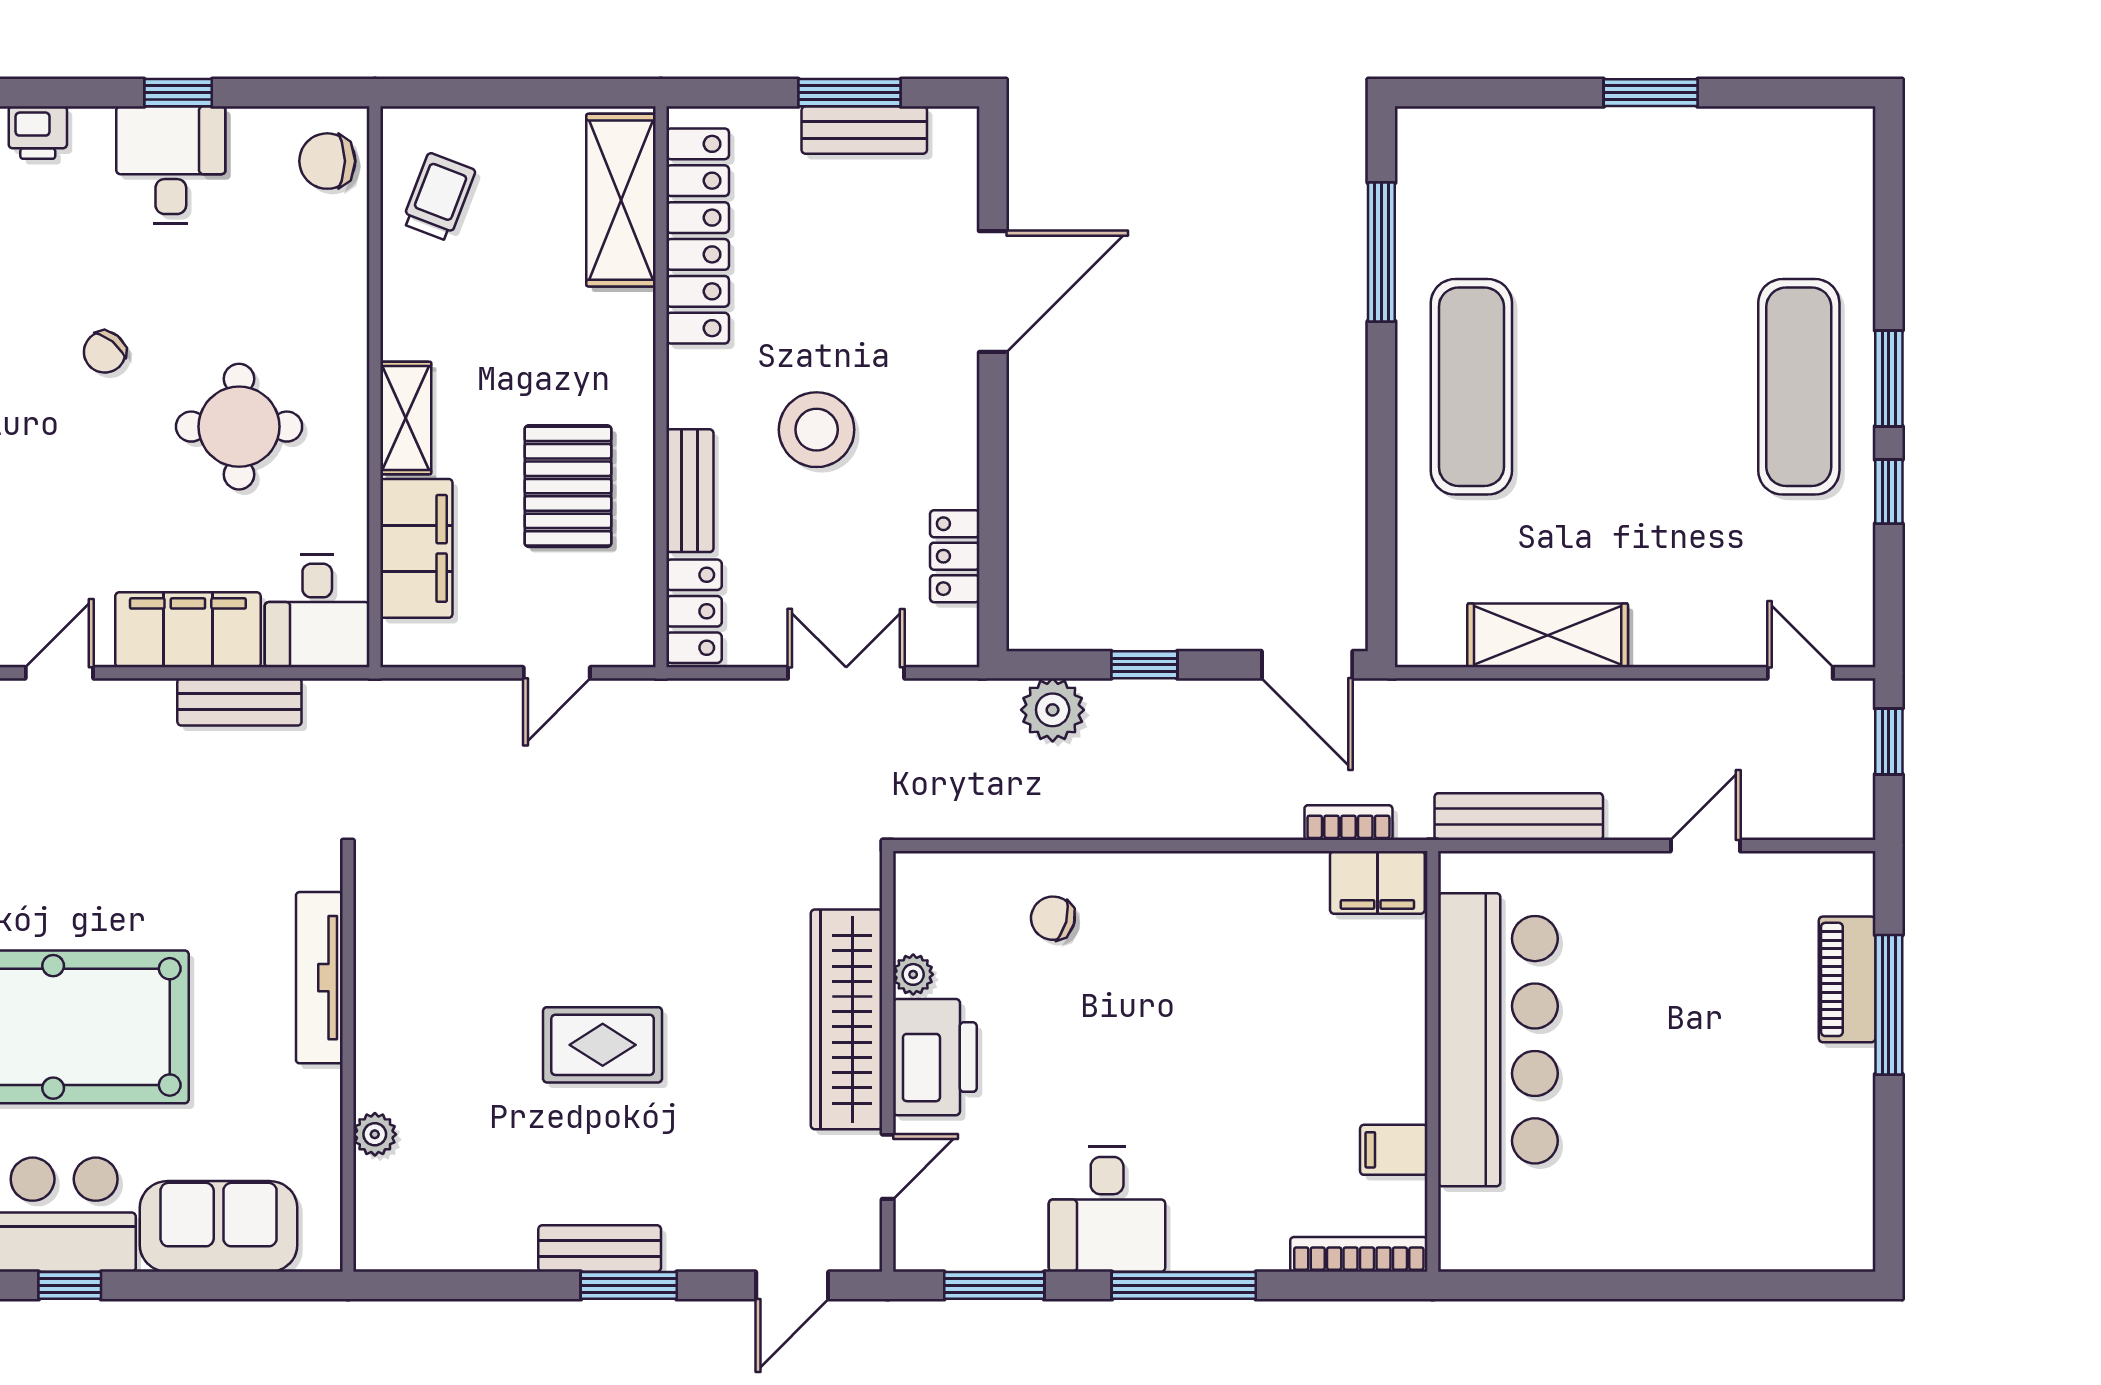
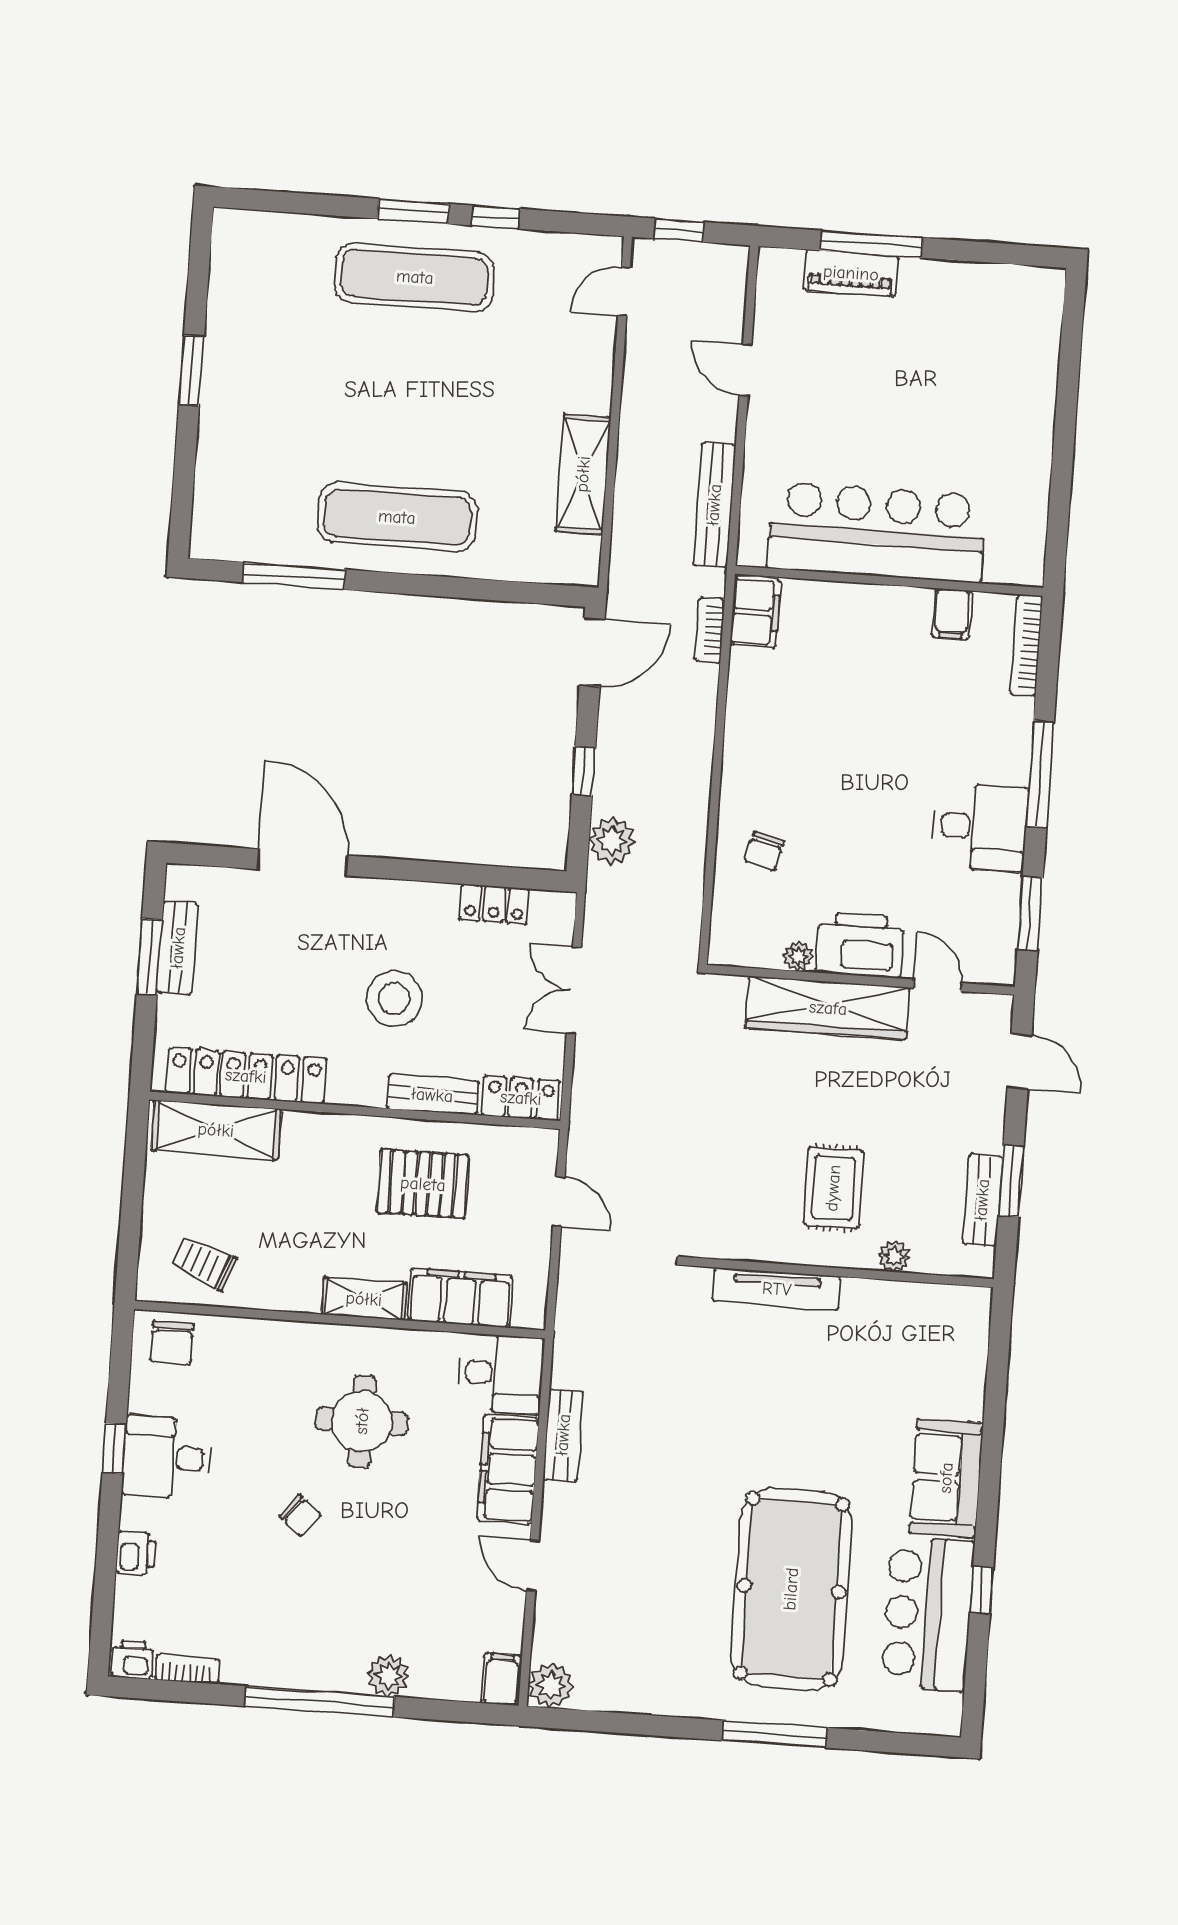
tv unit: (319, 978) -> (777, 1289), moved
wall: (348, 1061) -> (840, 1272), moved
plant: (375, 1134) -> (894, 1256), moved

